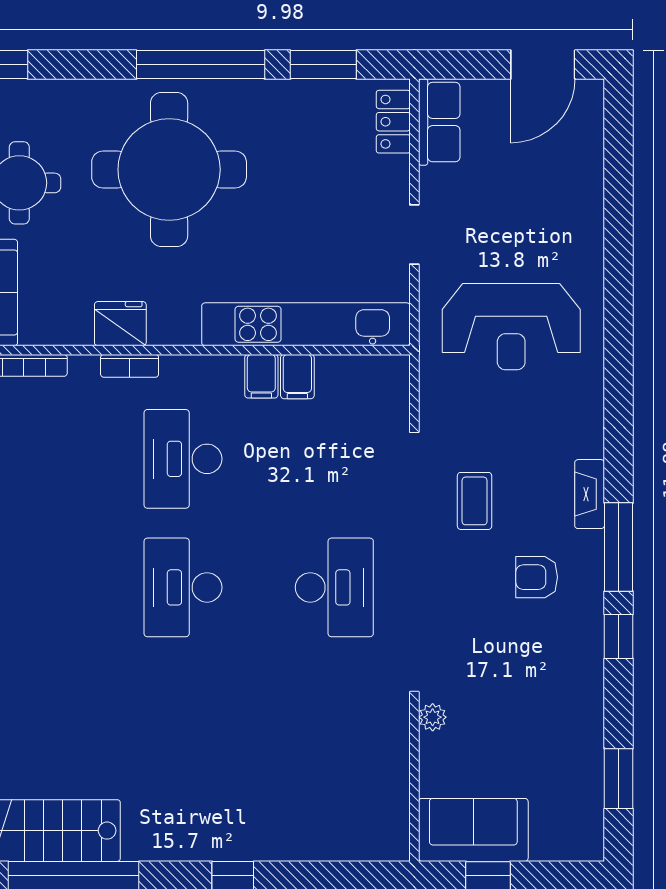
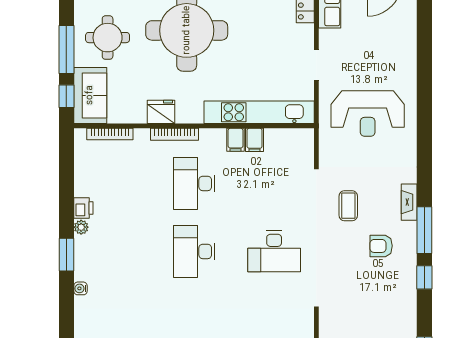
bookcase: (130, 366) -> (174, 134), width x1.56
desk: (334, 587) -> (274, 251), turned 90
plant: (433, 717) -> (326, 320), removed

